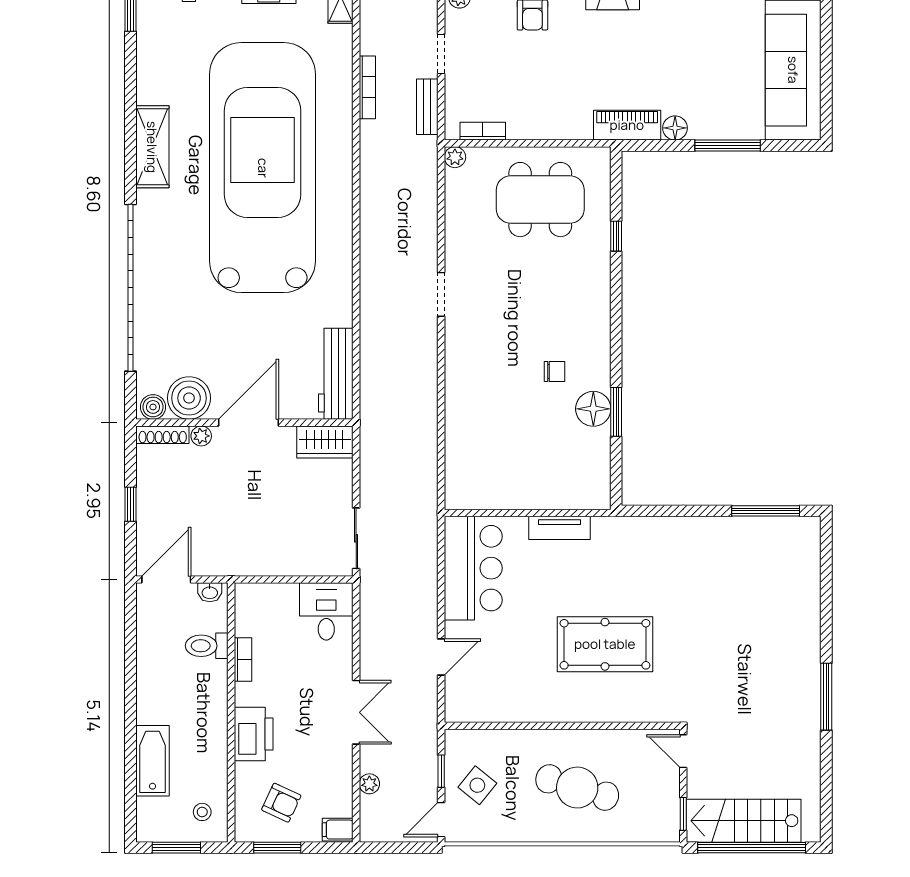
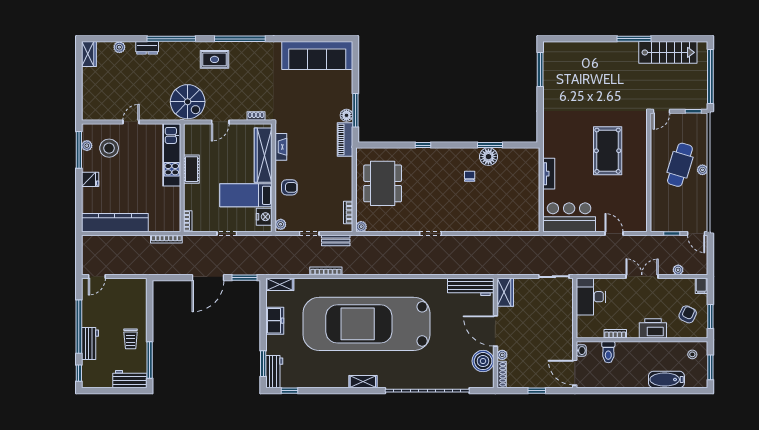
window: (728, 146) -> (355, 110), moved
shelving: (152, 147) -> (363, 382), width x0.67, depth x0.75
window: (616, 236) -> (423, 145), moved
boiler: (153, 407) -> (488, 379), removed
desk: (326, 611) -> (591, 297), width x1.37
side table: (477, 785) -> (679, 215), removed
stairs: (744, 821) -> (668, 52), moved, turned -90
plant: (567, 832) -> (702, 170), added

